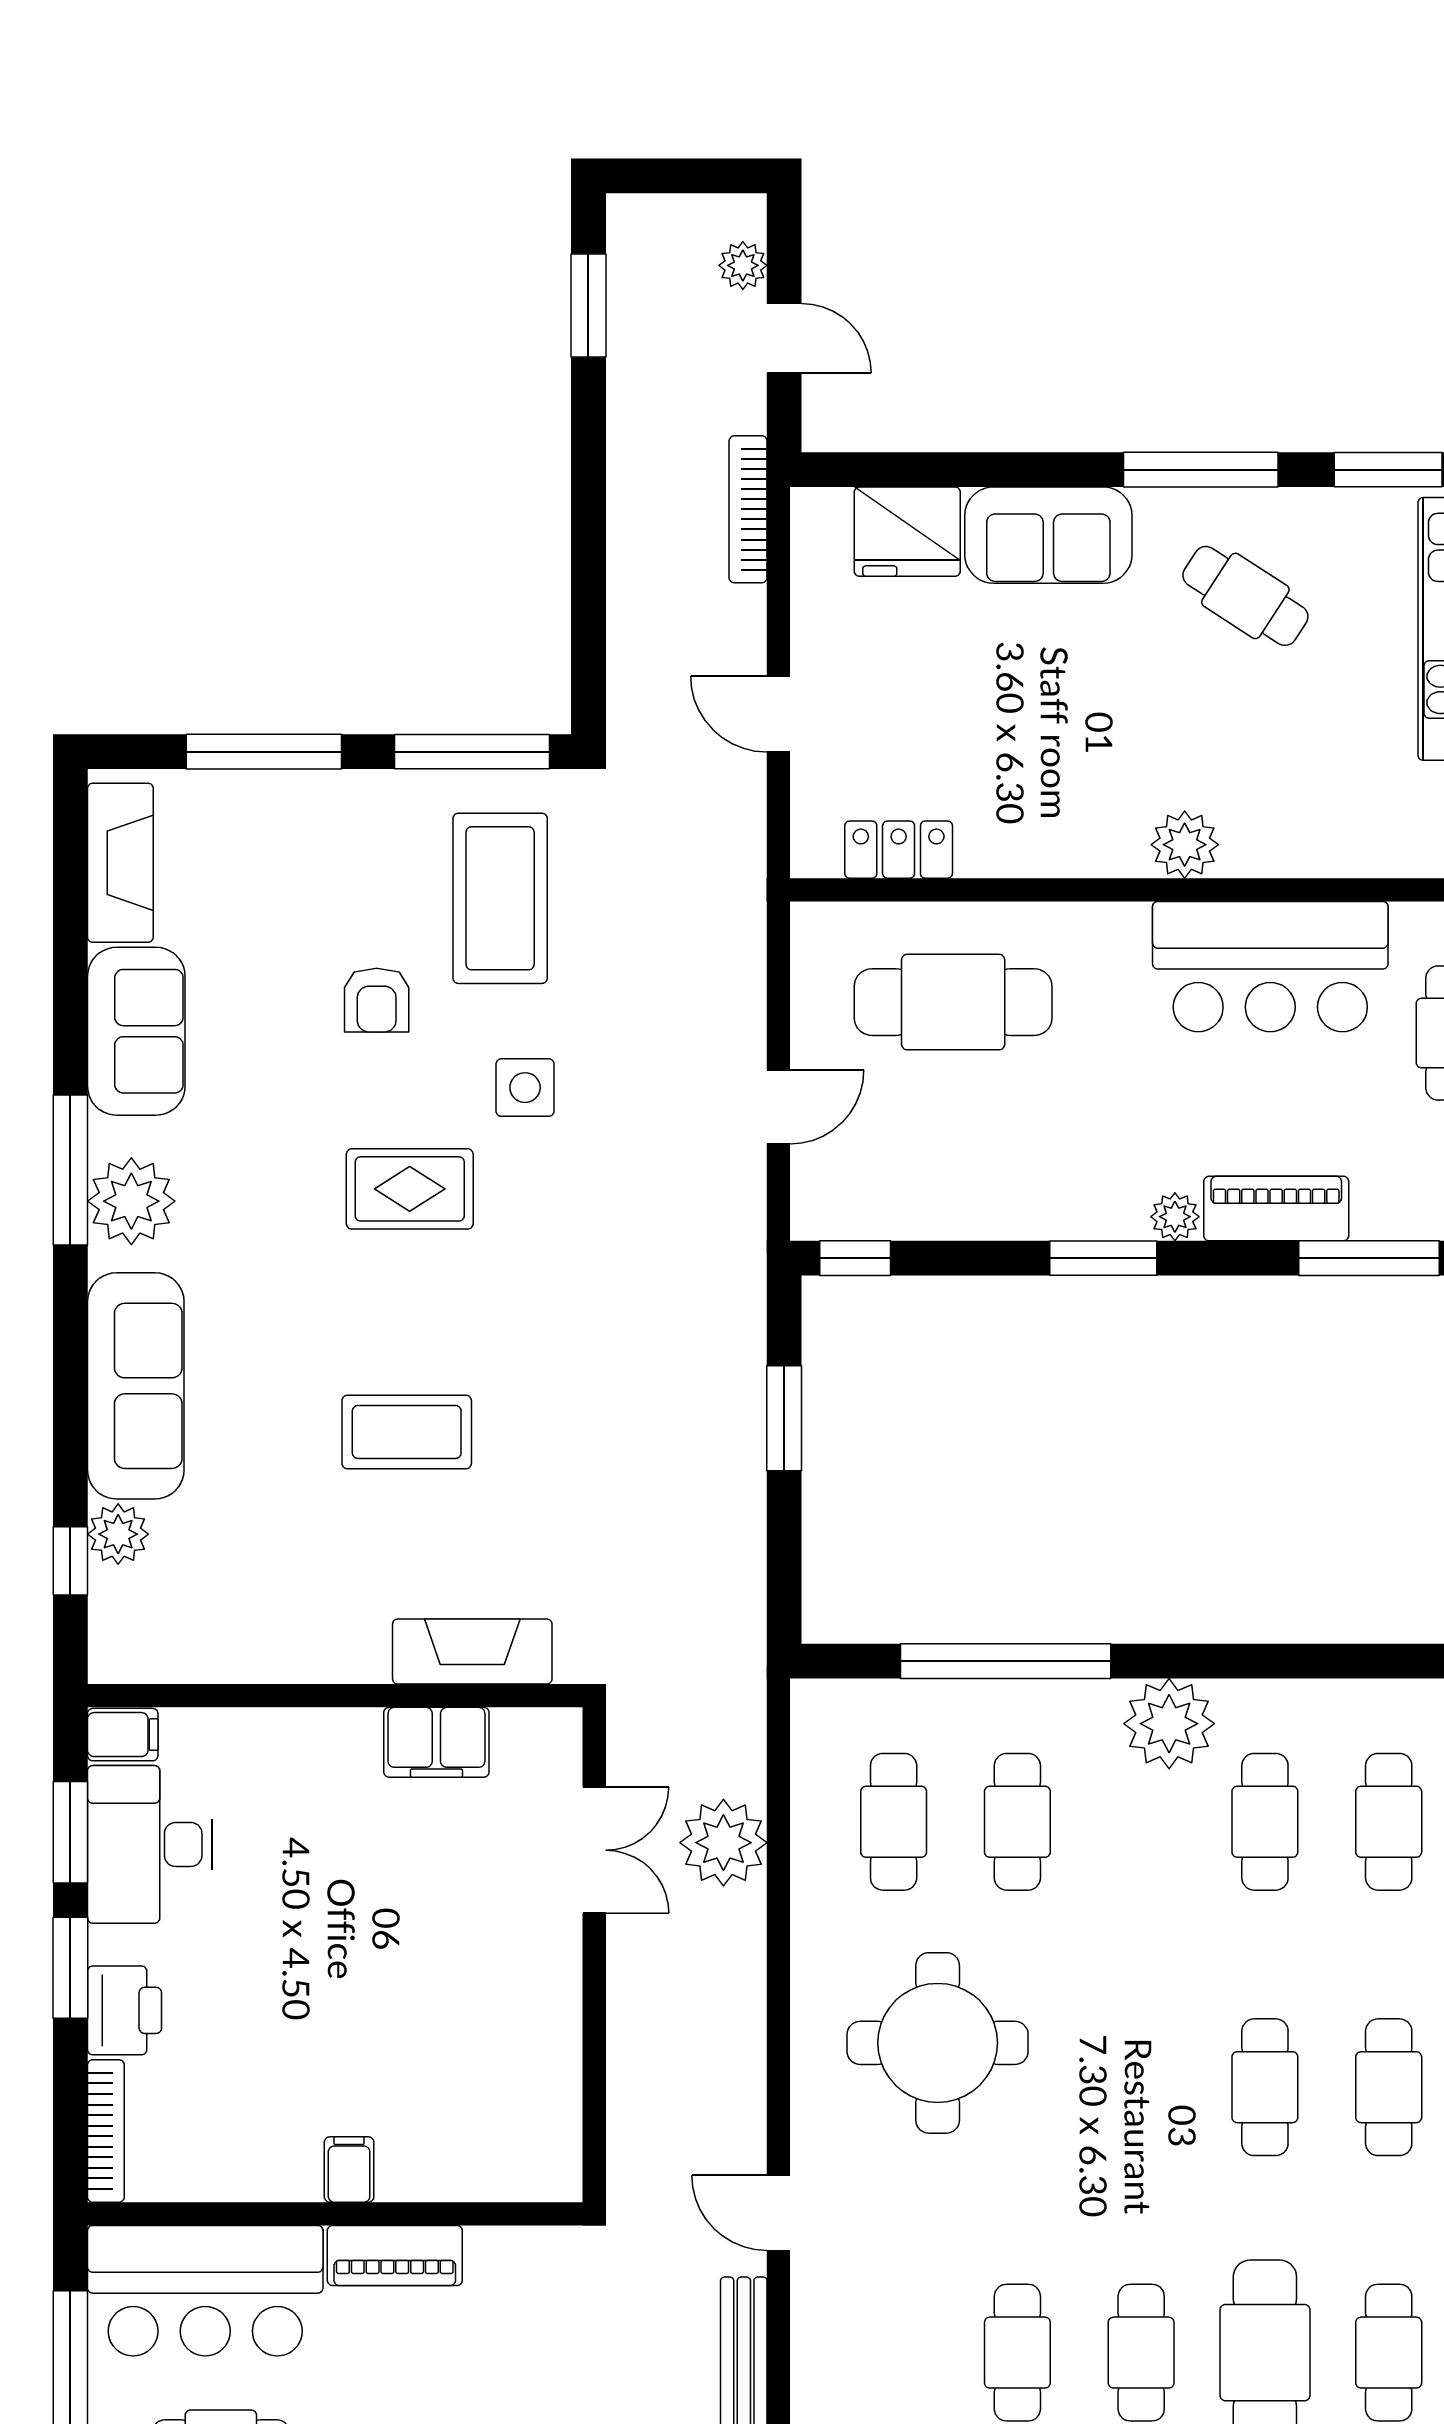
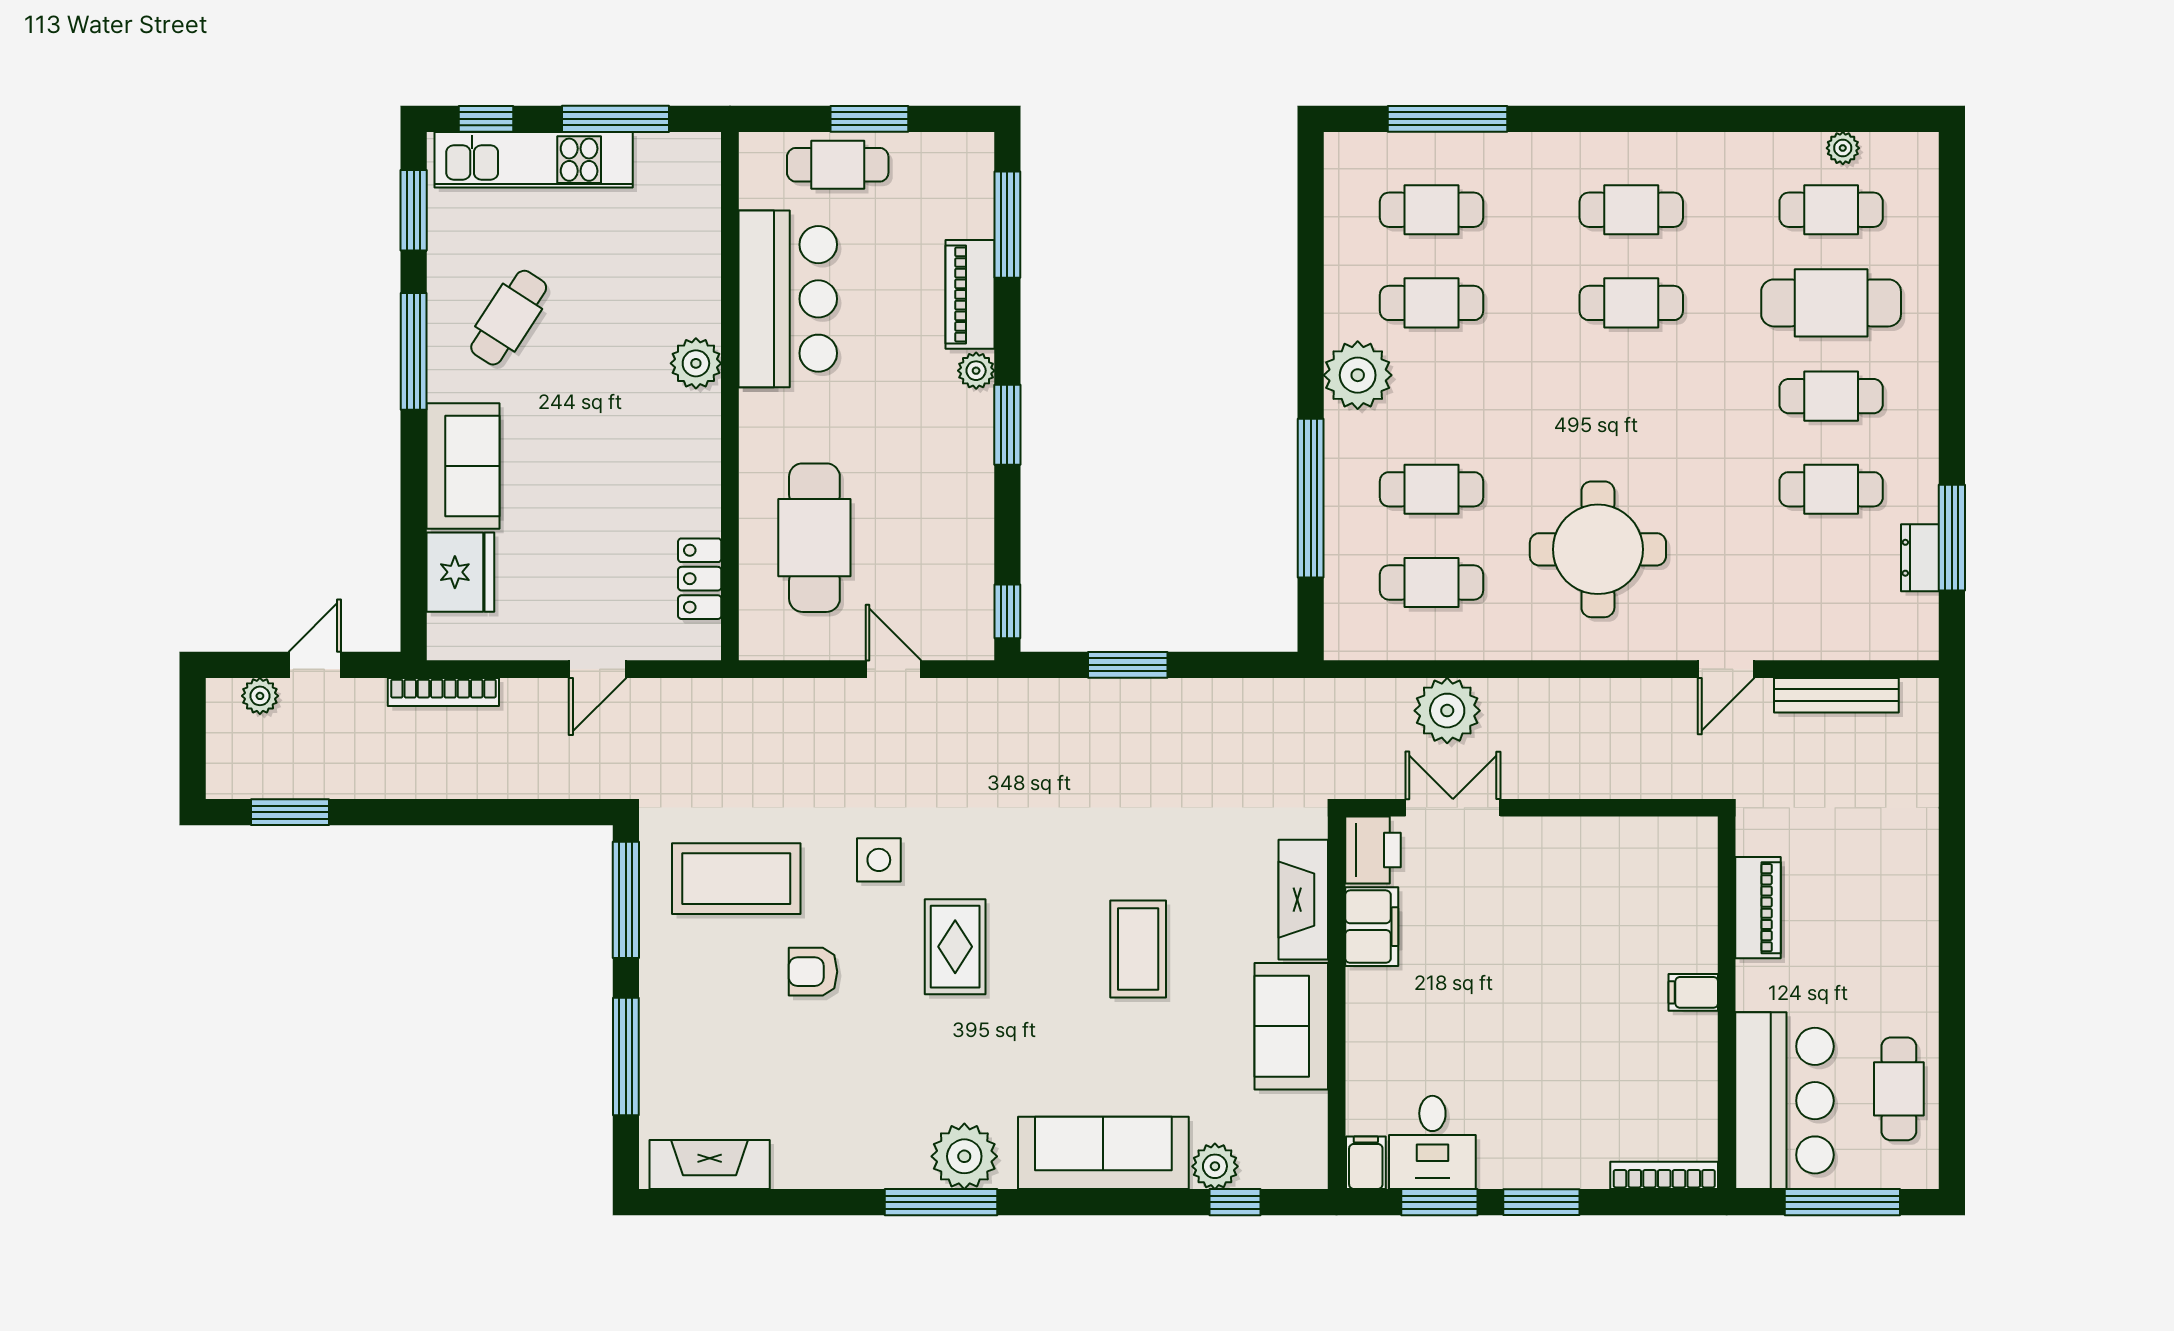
armchair: (377, 1000) -> (813, 972), turned 180
sofa: (136, 1031) -> (1291, 1026), moved, turned -90
desk: (150, 1844) -> (1432, 1142), width x0.73
printer: (124, 2010) -> (1373, 850), moved, turned 90
piano: (395, 2255) -> (1758, 908), moved

